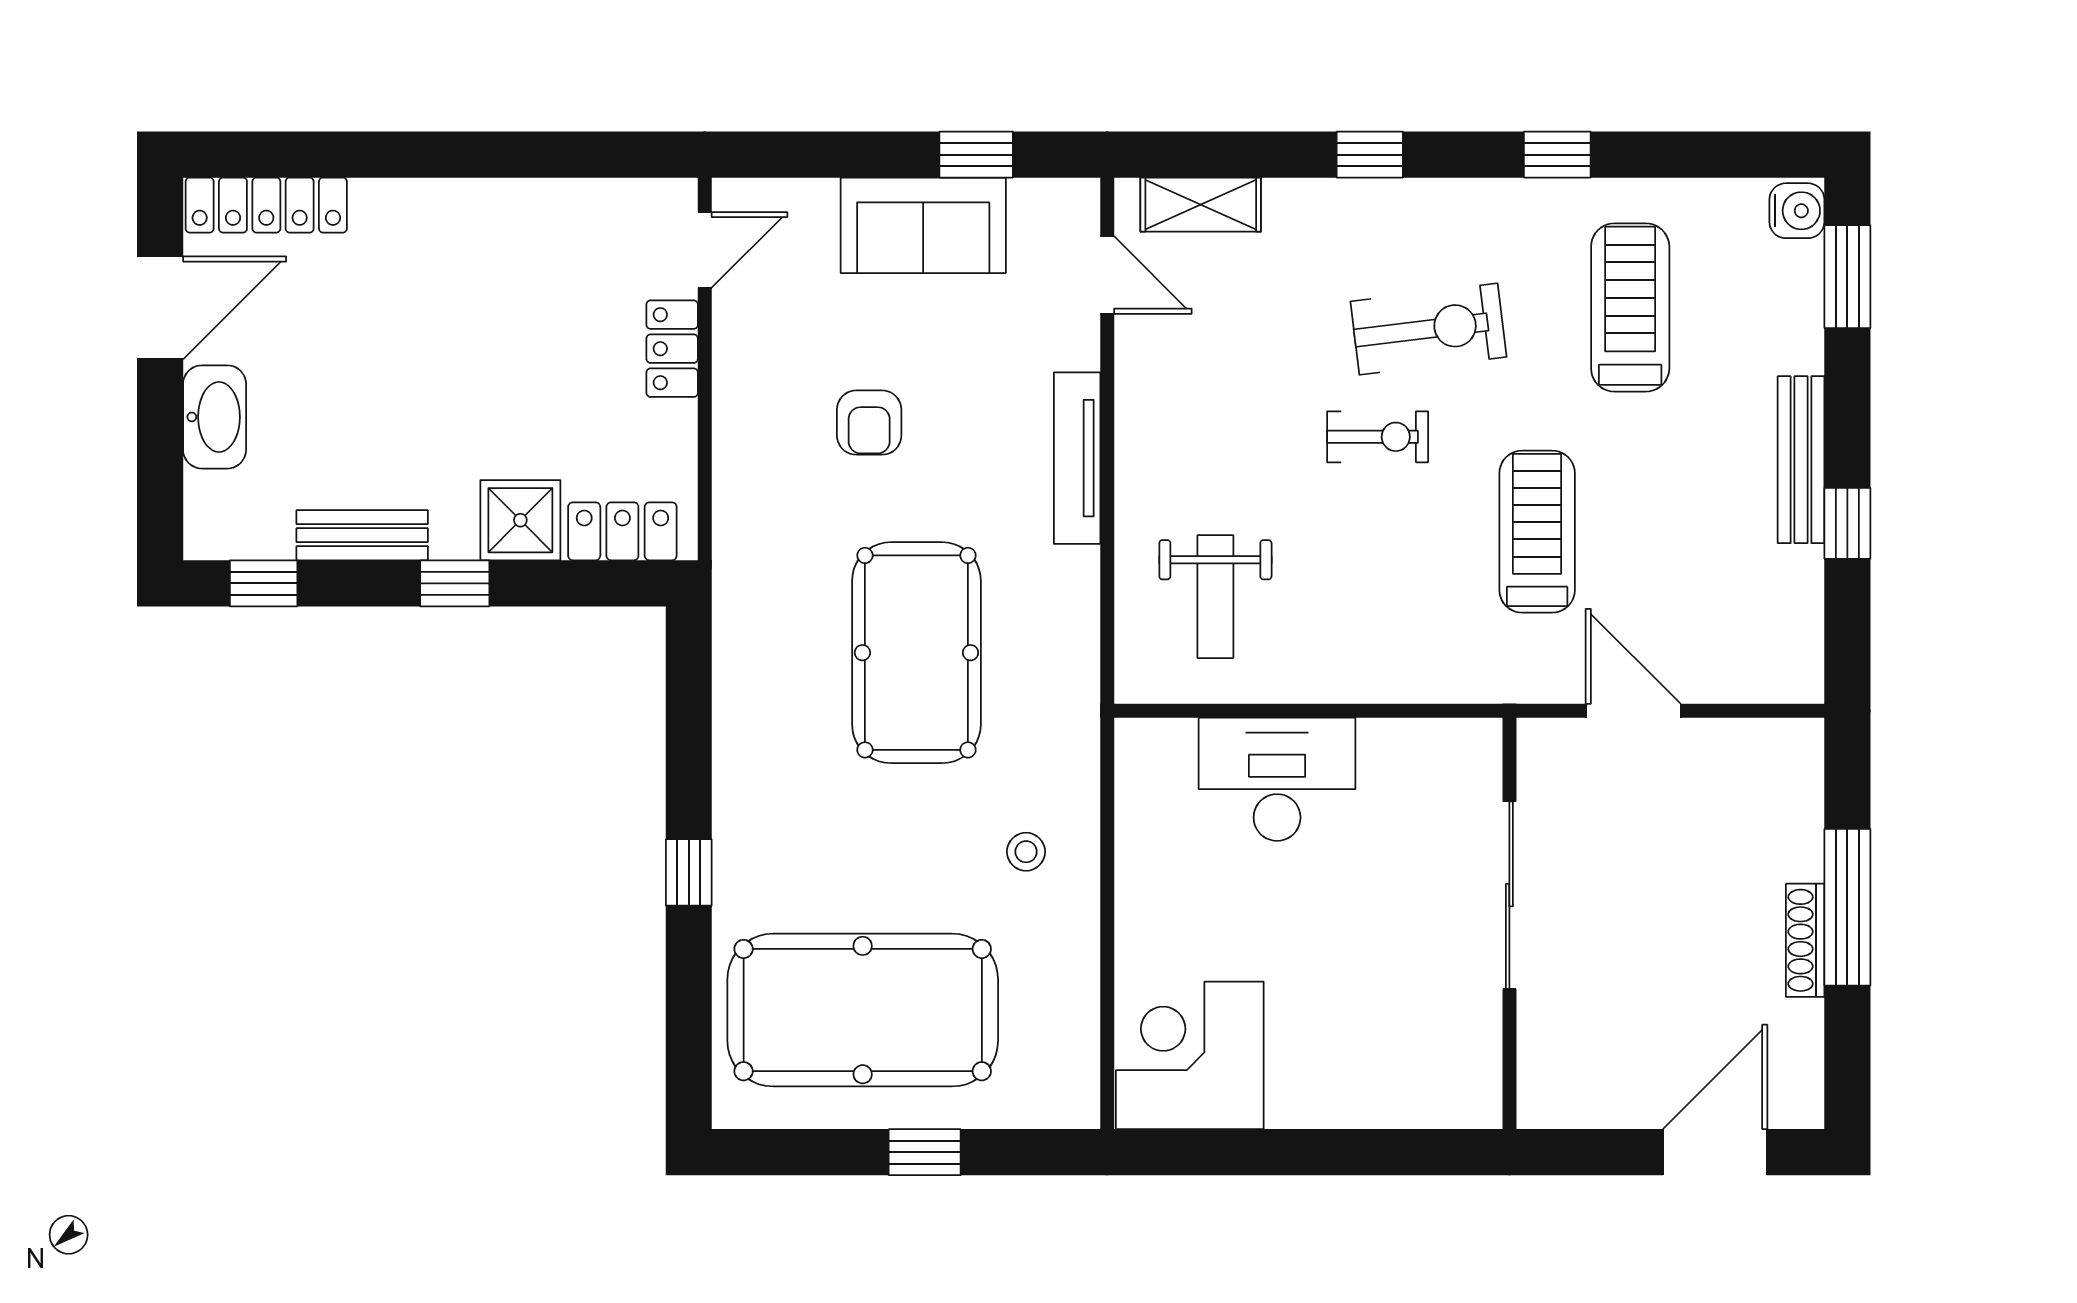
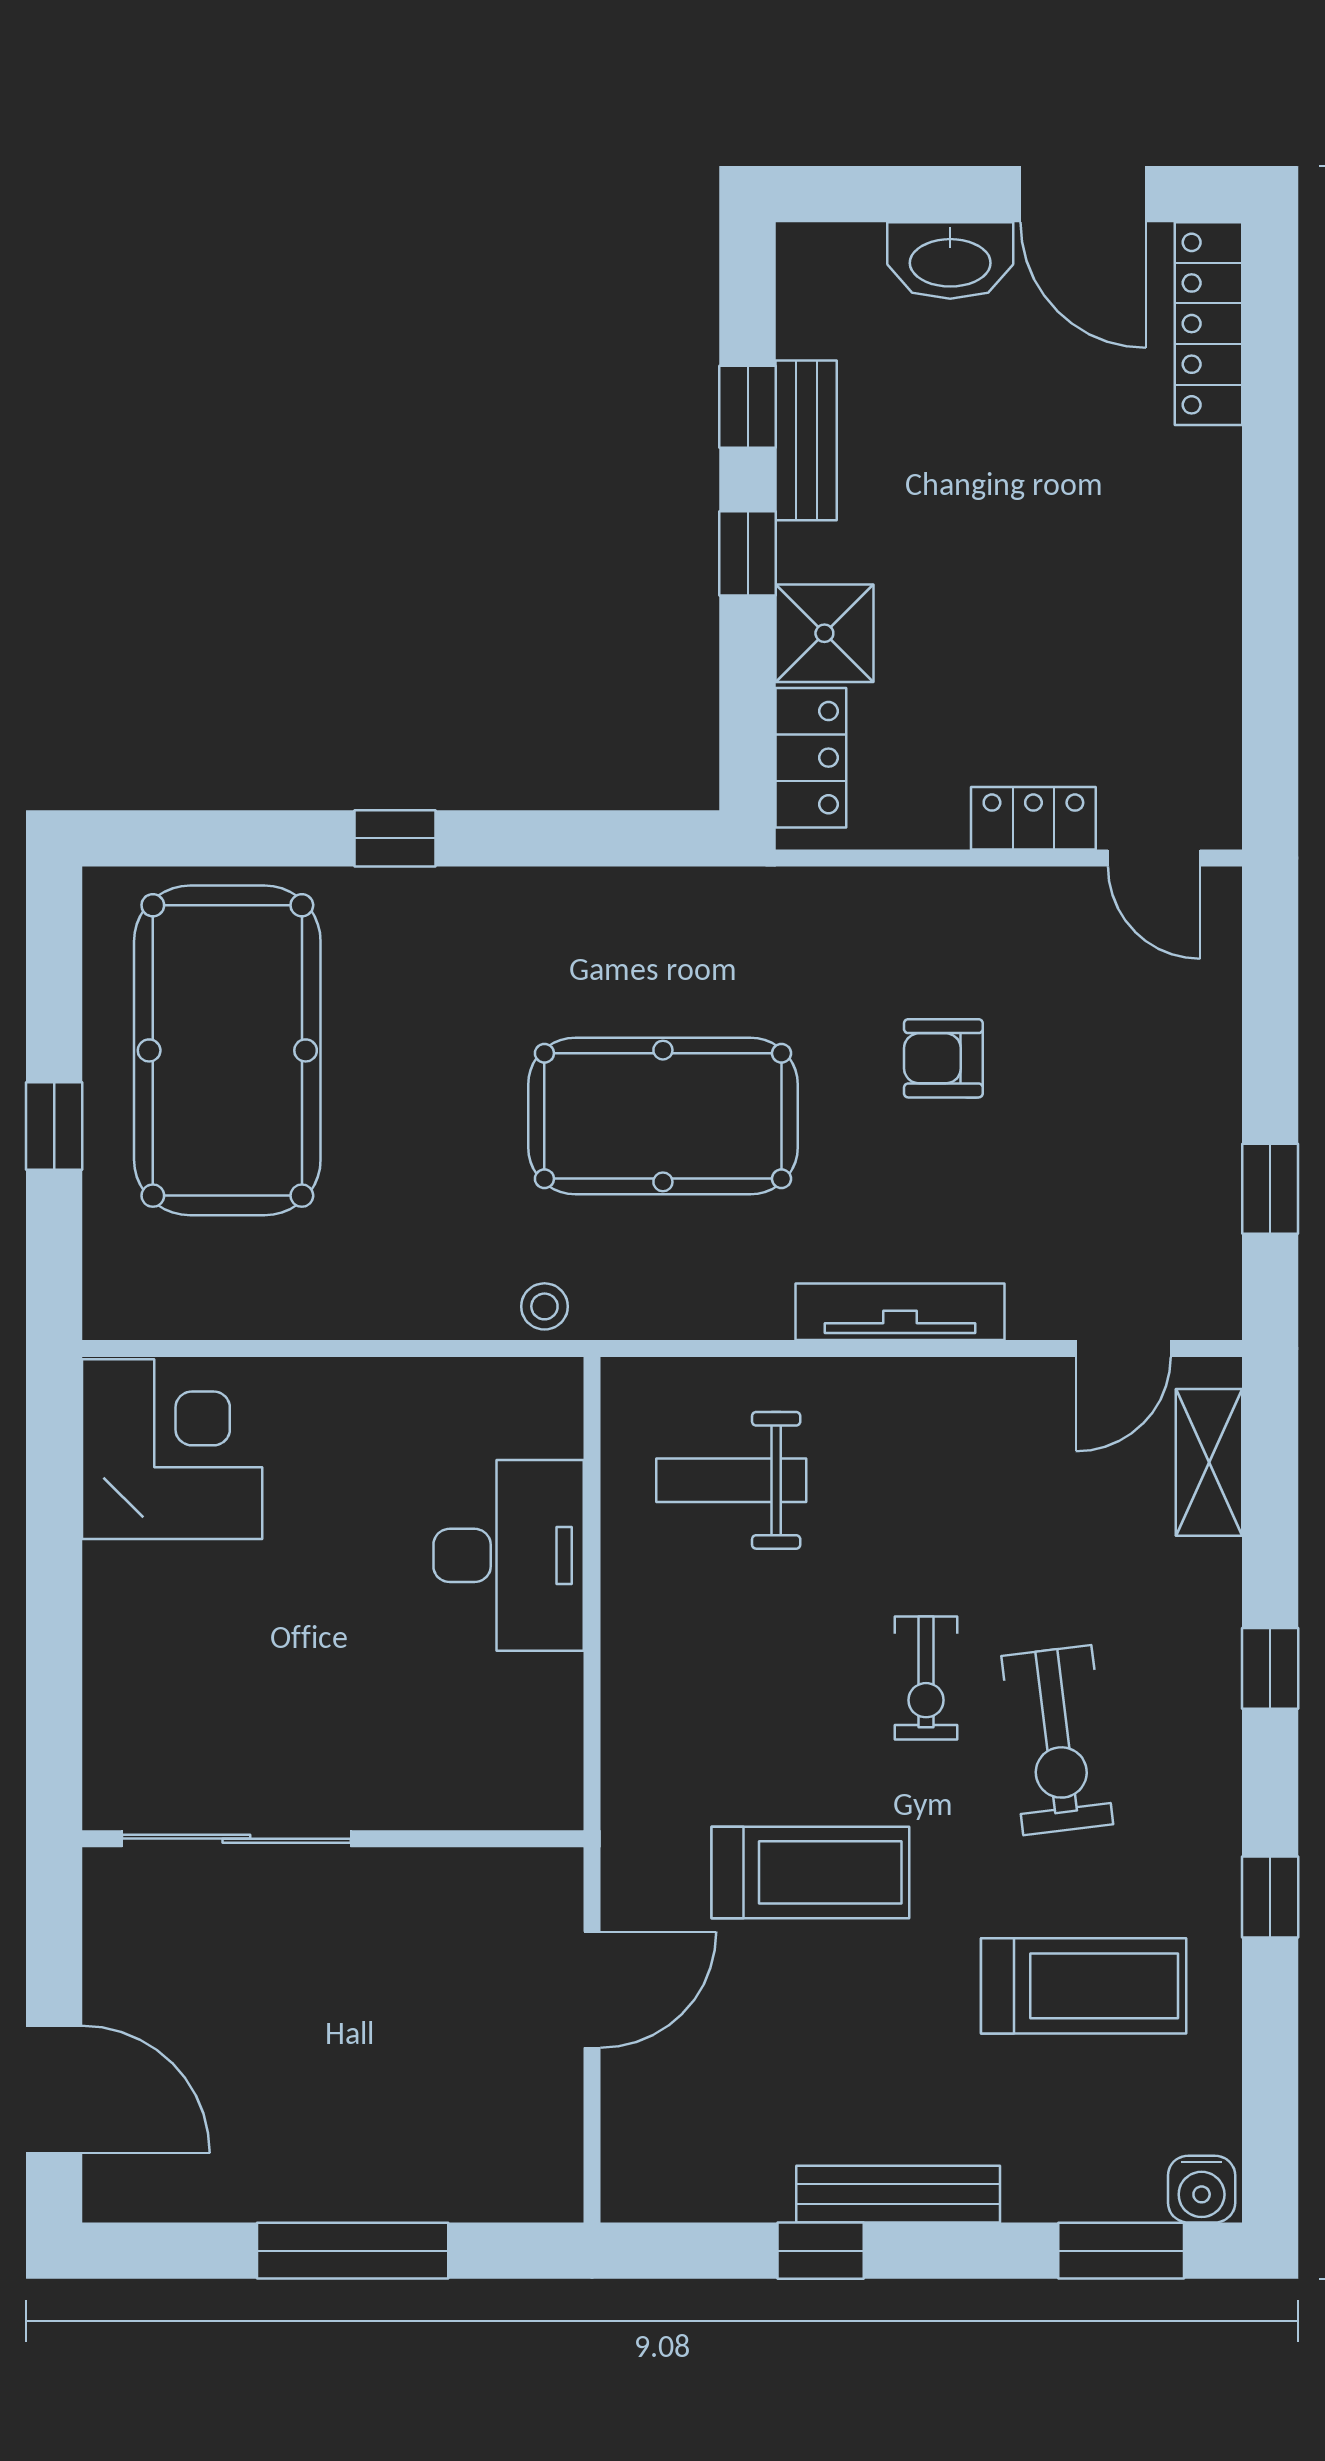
sofa: (923, 225) -> (1184, 1124), removed
window: (264, 583) -> (748, 407), moved
stool: (1026, 852) -> (544, 1306), moved
sliding door: (1509, 895) -> (236, 1839), moved
shoe rack: (1805, 940) -> (312, 2199), removed

